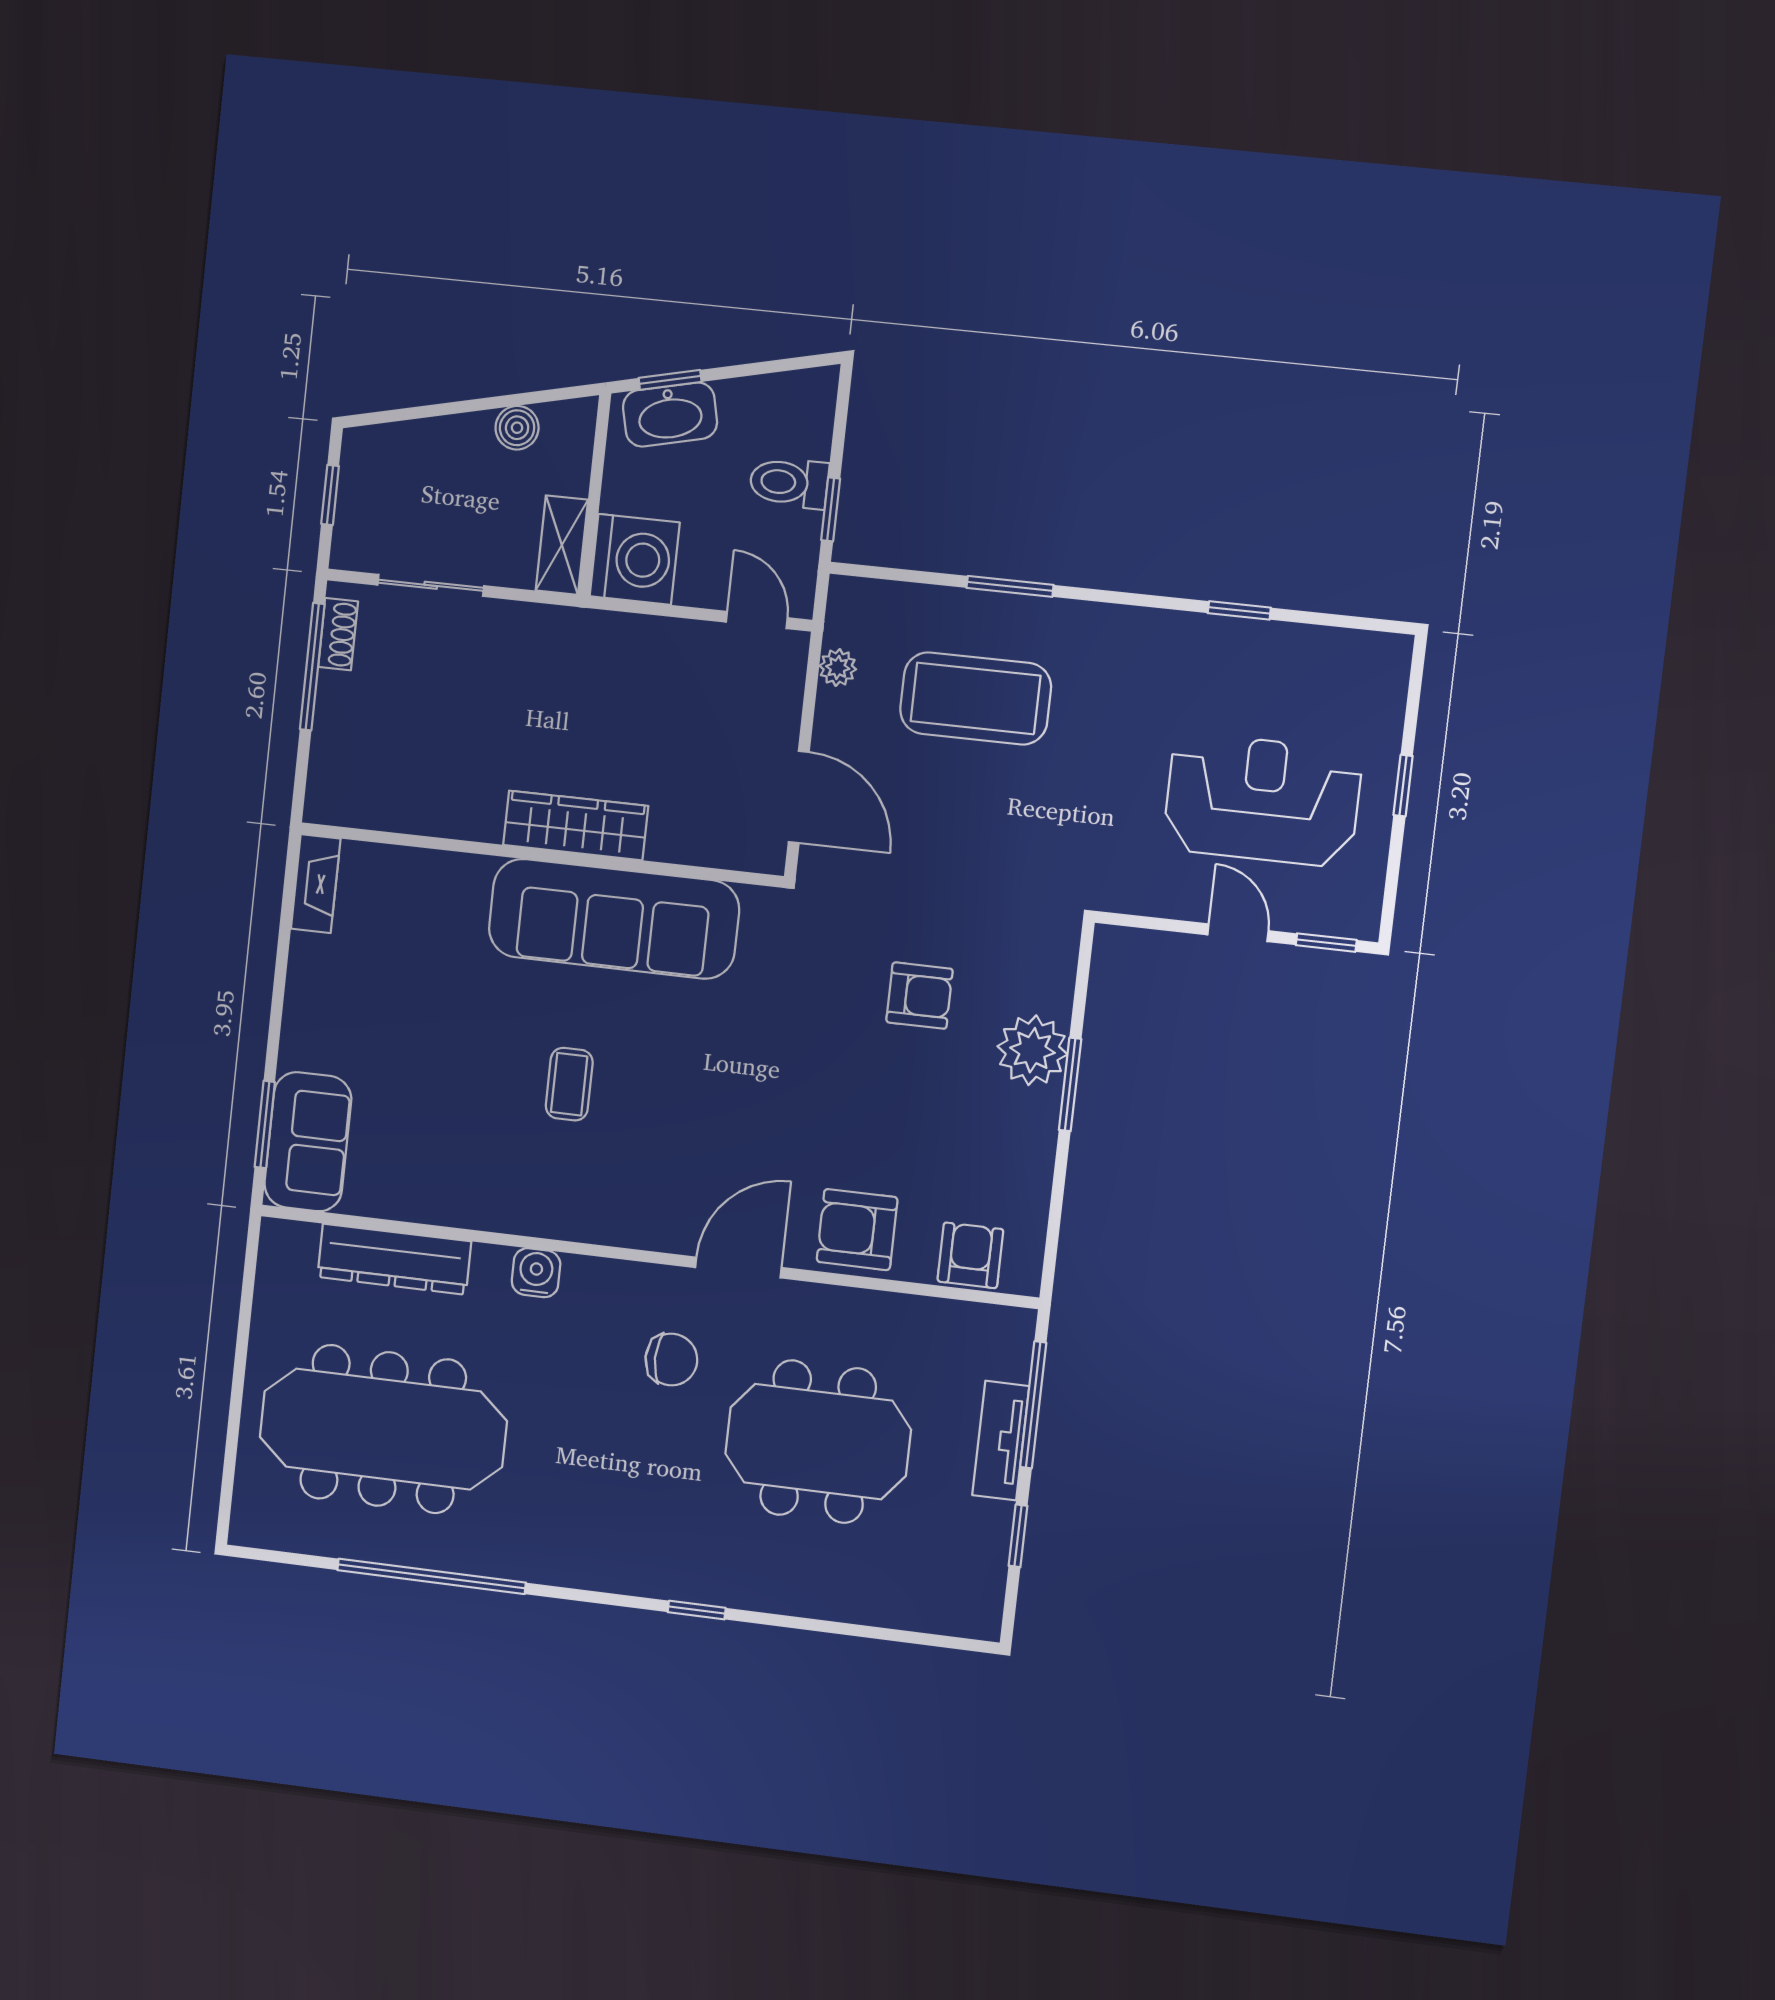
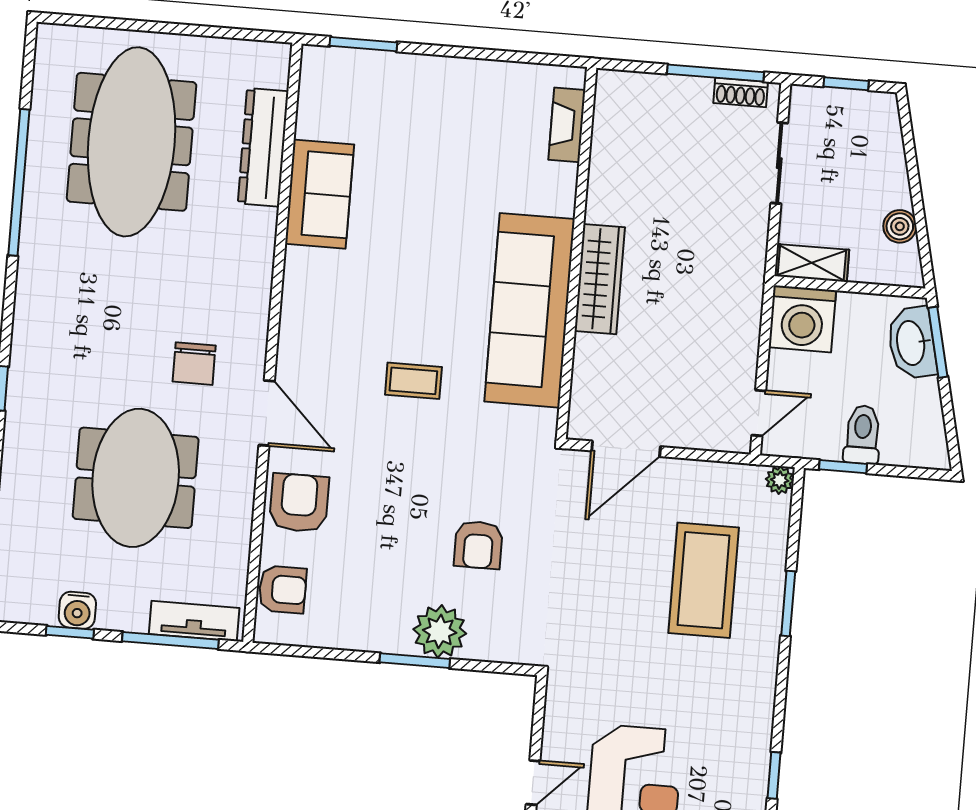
window: (670, 380) -> (938, 342), width x1.50
plant: (838, 668) -> (780, 480), moved
fireplace: (316, 884) -> (567, 125), moved, turned 90
coffee table: (569, 1084) -> (413, 381), moved
sofa: (308, 1142) -> (320, 194), moved, turned -90
water cooler: (536, 1273) -> (77, 610), moved, turned 90
tv unit: (1001, 1441) -> (194, 621), moved

